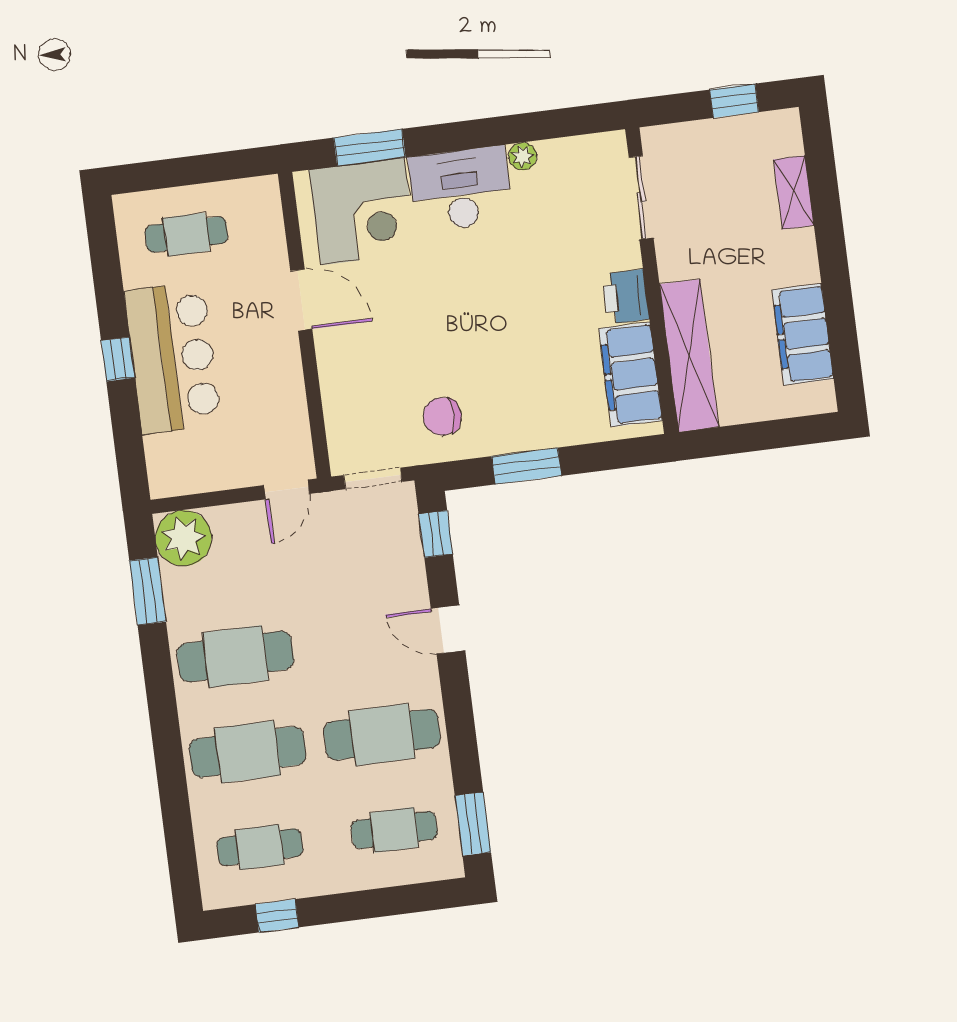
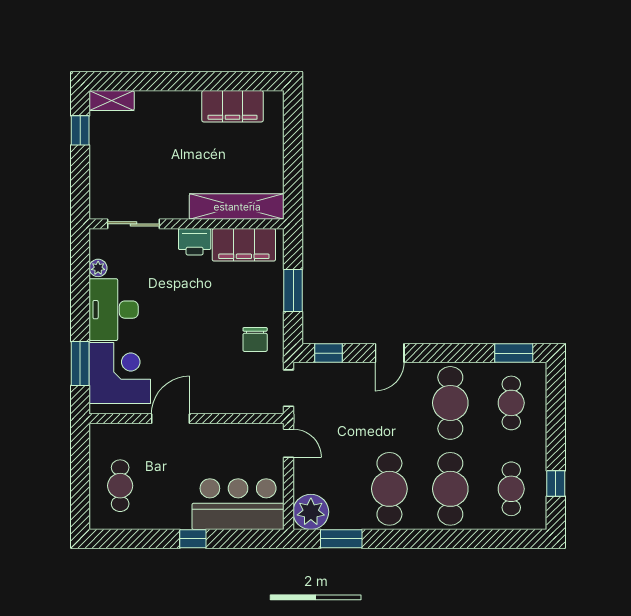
shelving: (794, 192) -> (112, 100), moved
sliding door: (641, 197) -> (133, 224), moved
wall: (652, 281) -> (187, 224), moved
printer: (626, 297) -> (195, 242), moved
shelving: (689, 356) -> (237, 207), moved
bar counter: (173, 358) -> (238, 504), moved
filing cabinet: (631, 374) -> (244, 245), moved

